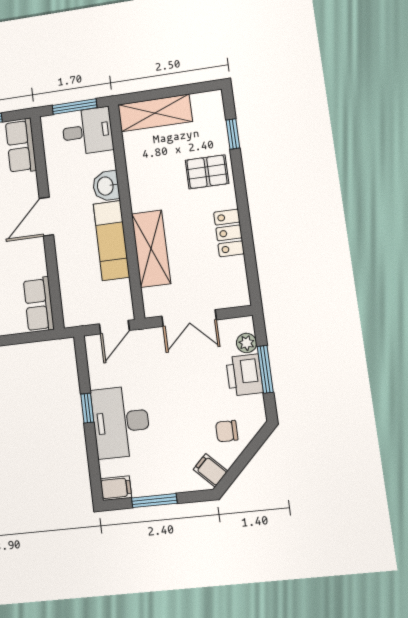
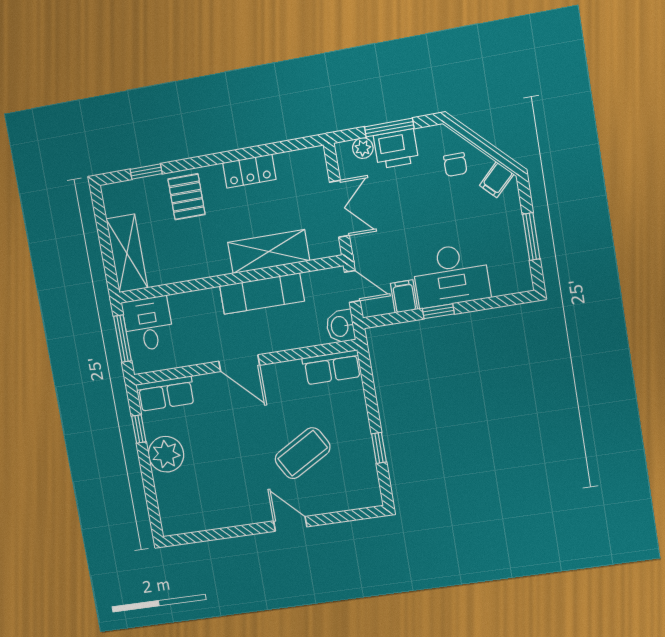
washbasin: (106, 186) -> (340, 326), moved, turned 90
filing cabinet: (116, 488) -> (404, 296), moved

